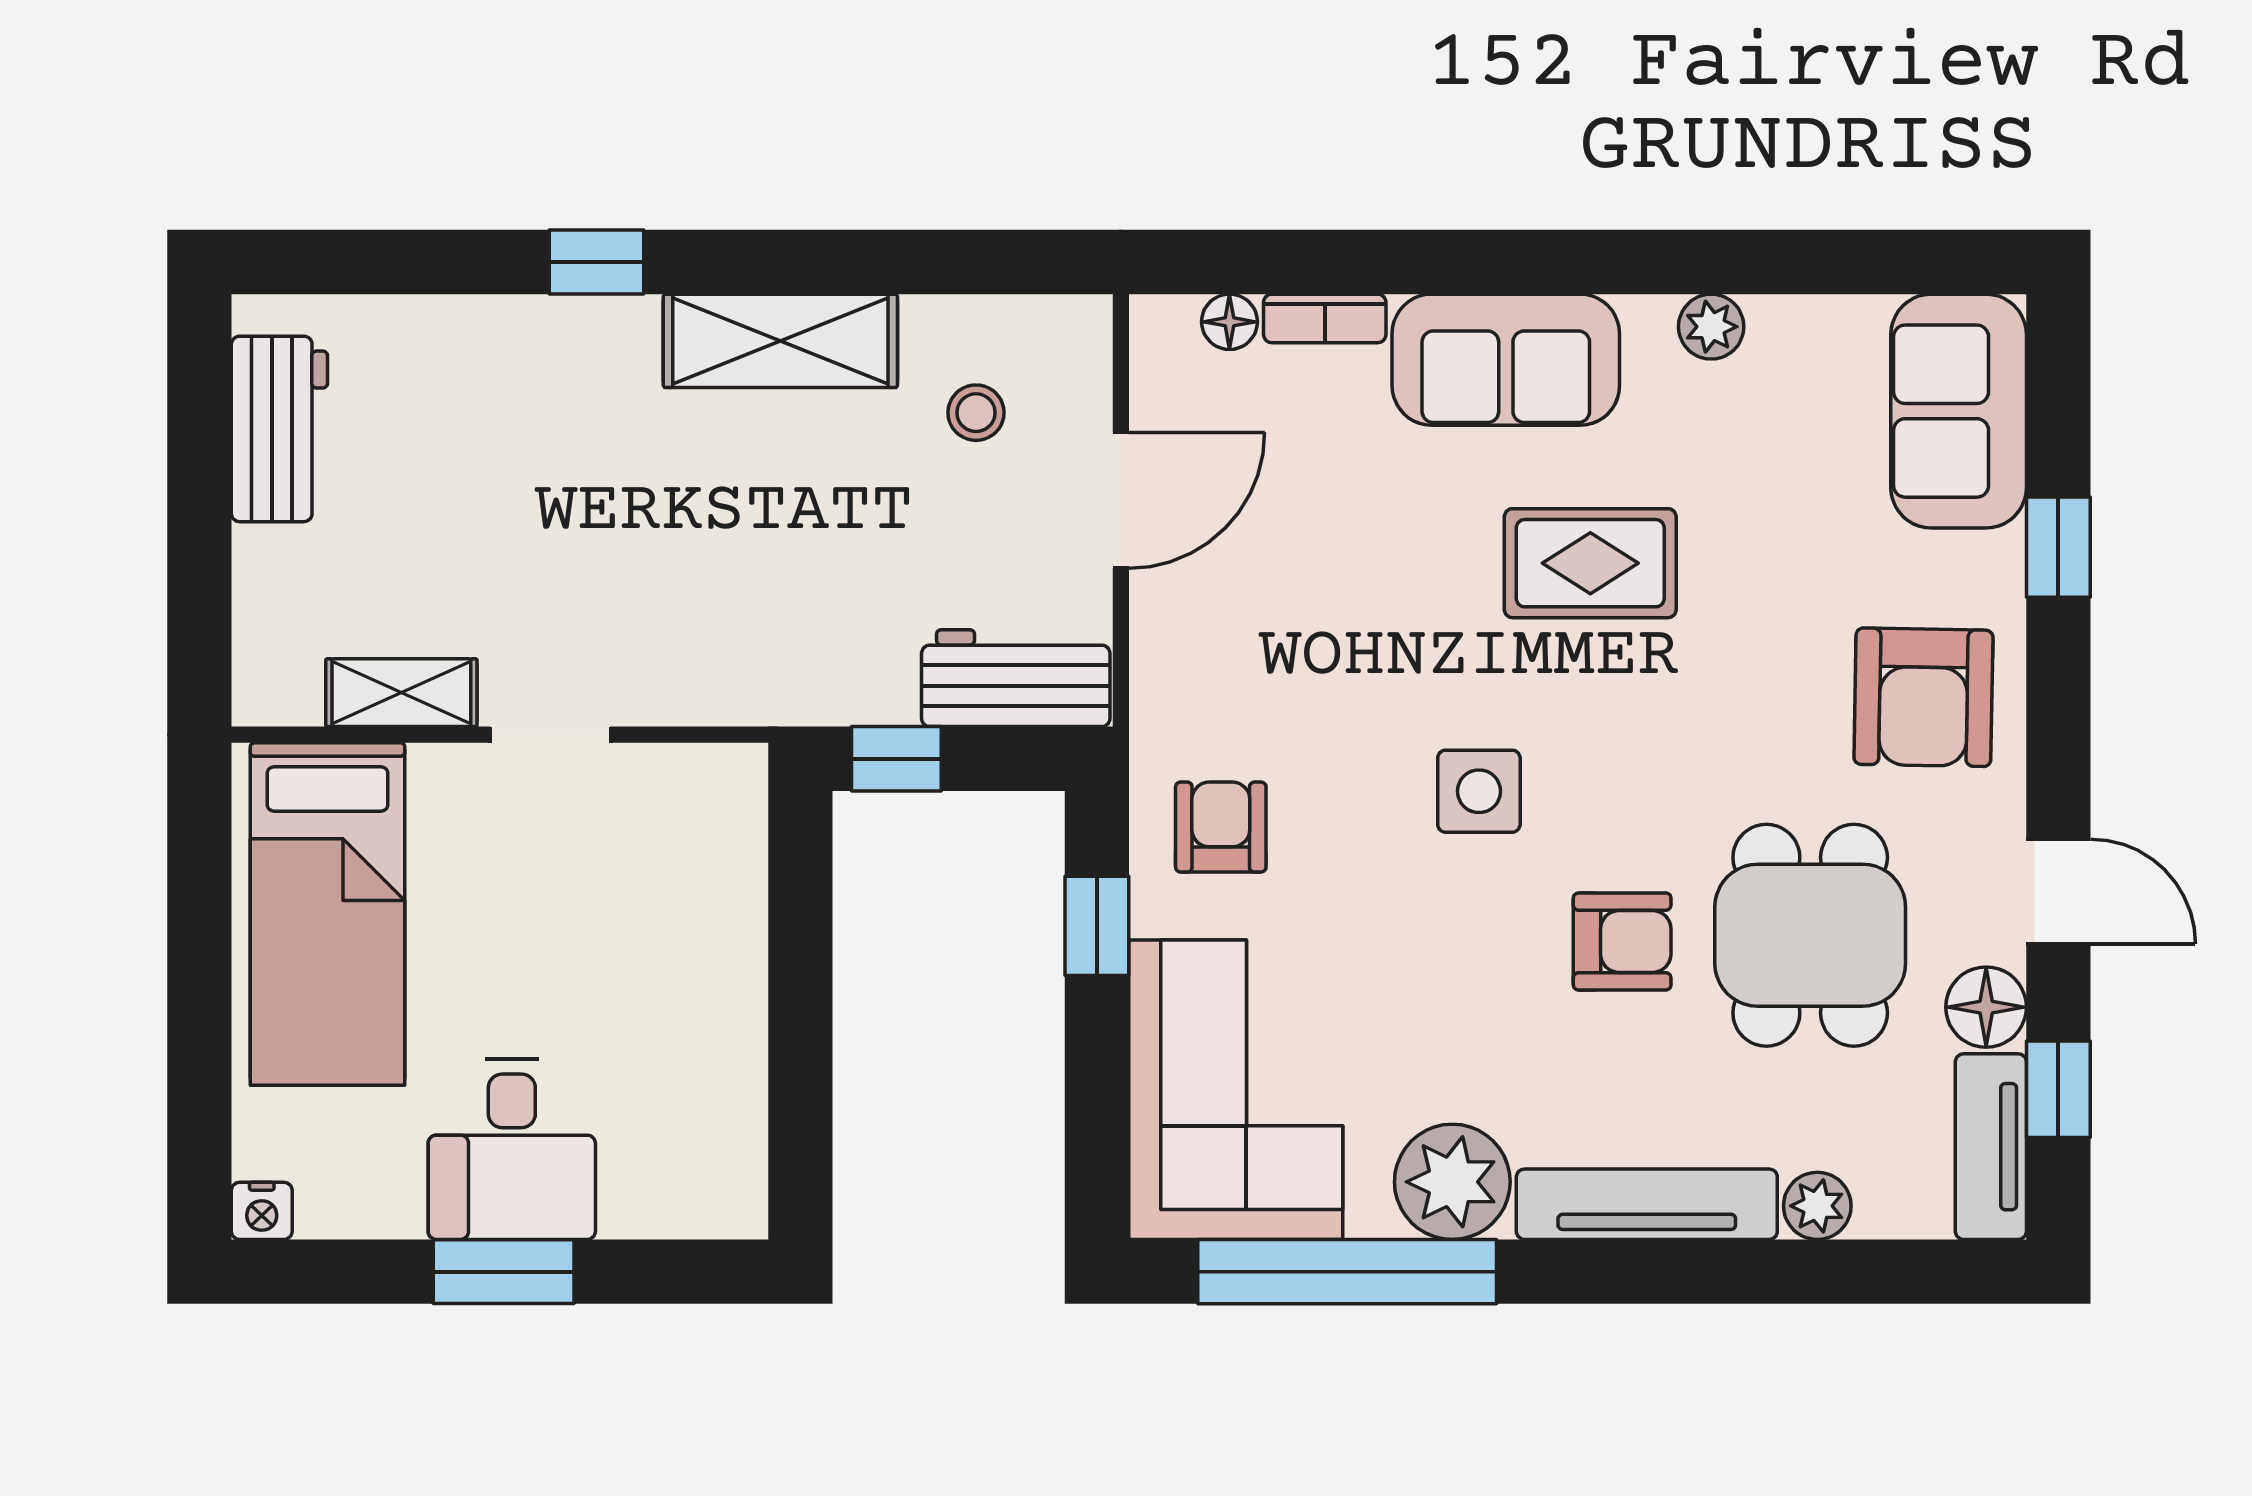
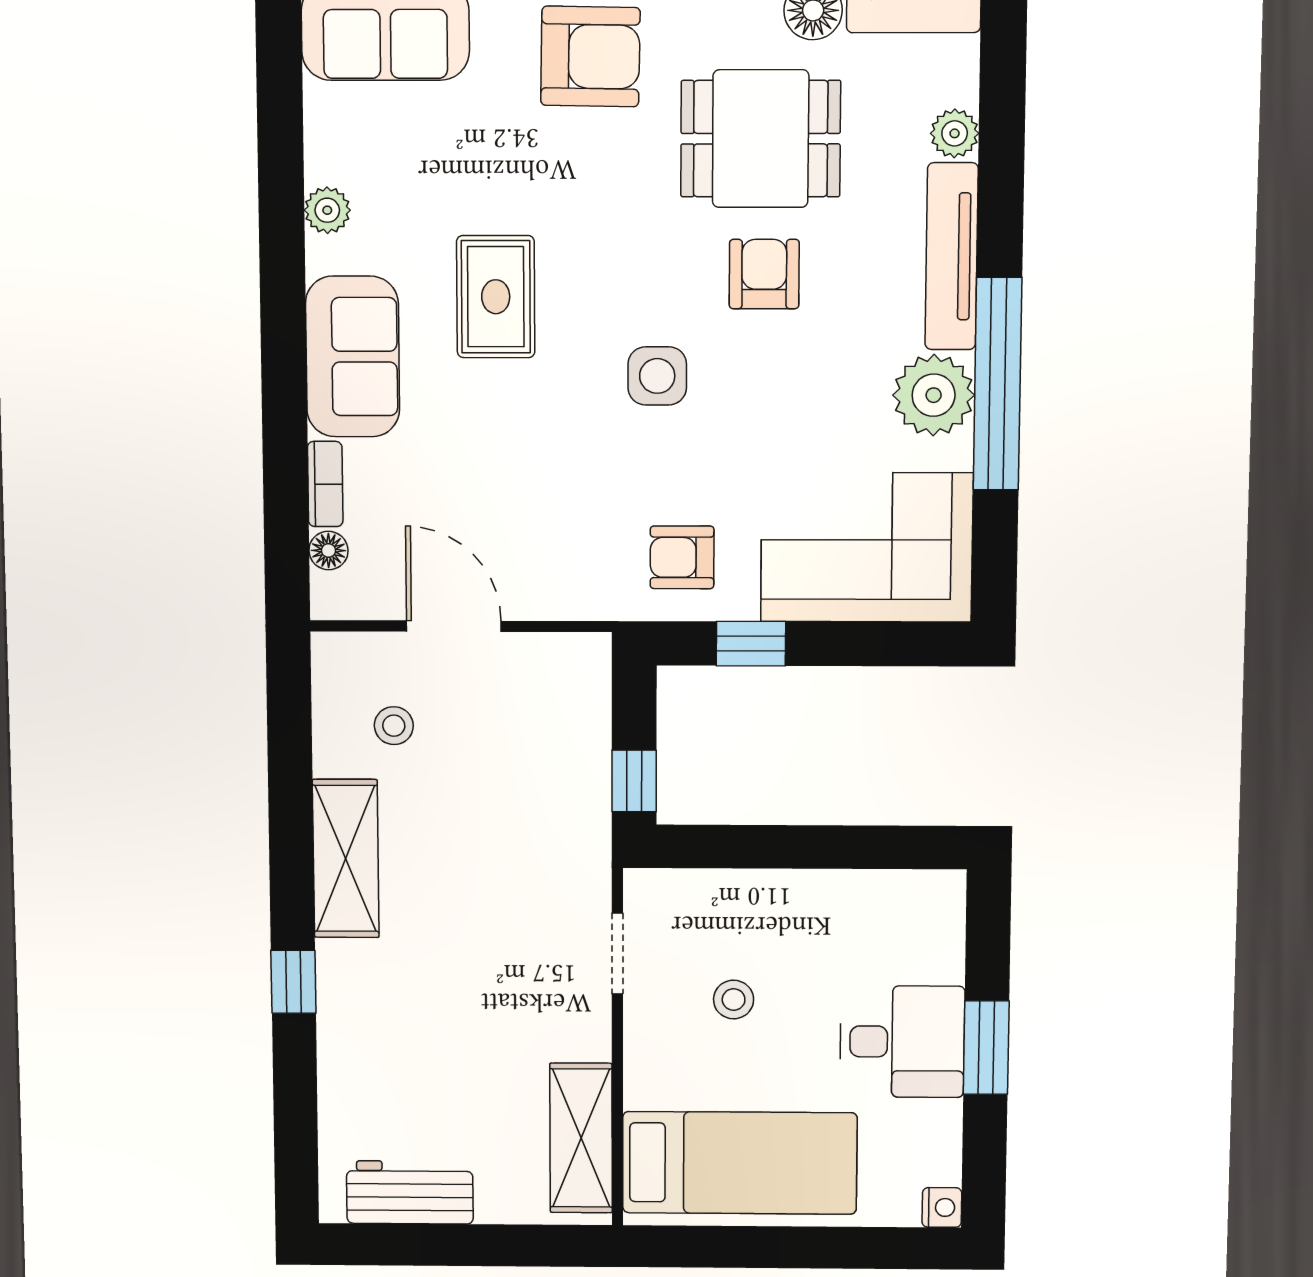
workbench: (1016, 678) -> (578, 699), removed
shelving: (401, 693) -> (581, 1138), width x1.50, depth x1.33
doorway: (550, 735) -> (617, 953), moved
stool: (574, 904) -> (734, 1000), added
window: (1347, 1272) -> (997, 384), moved

